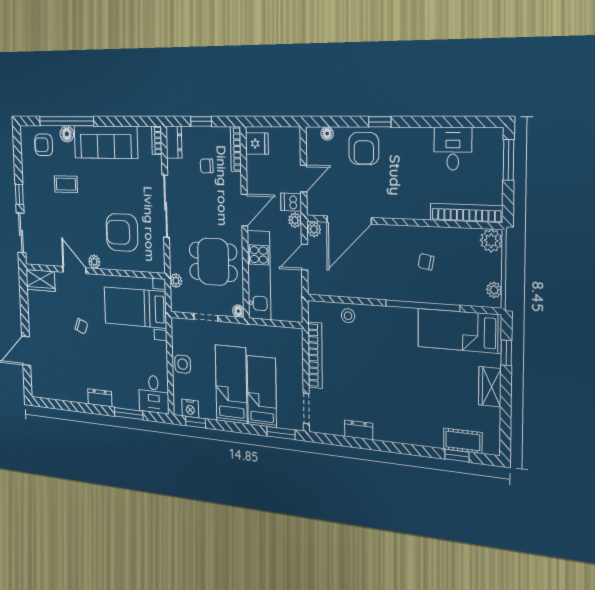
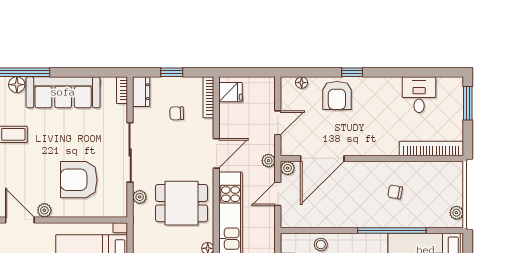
dishwasher: (291, 202) -> (265, 144), removed
plant: (491, 241) -> (453, 171), removed
plant: (176, 281) -> (140, 197), moved

